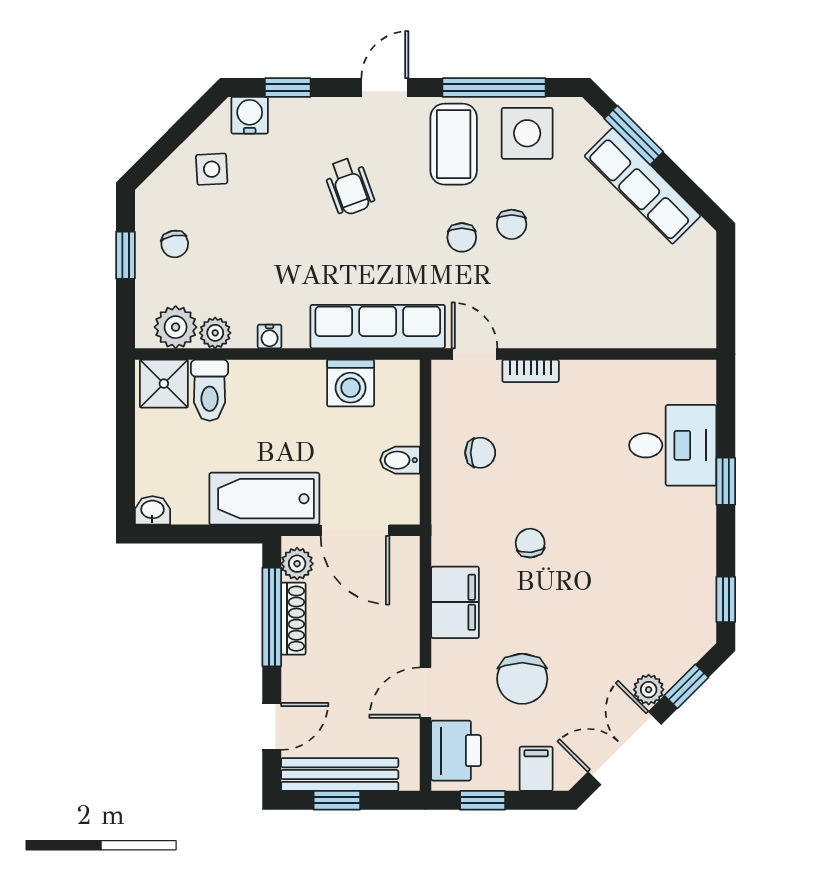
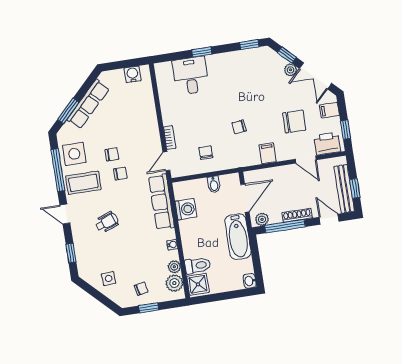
water cooler: (250, 115) -> (133, 74), moved, turned 90
filing cabinet: (455, 602) -> (268, 153), width x0.50
shoe rack: (293, 619) -> (297, 215), moved

